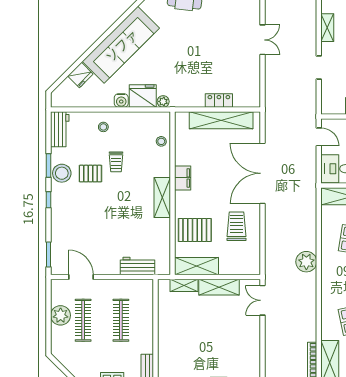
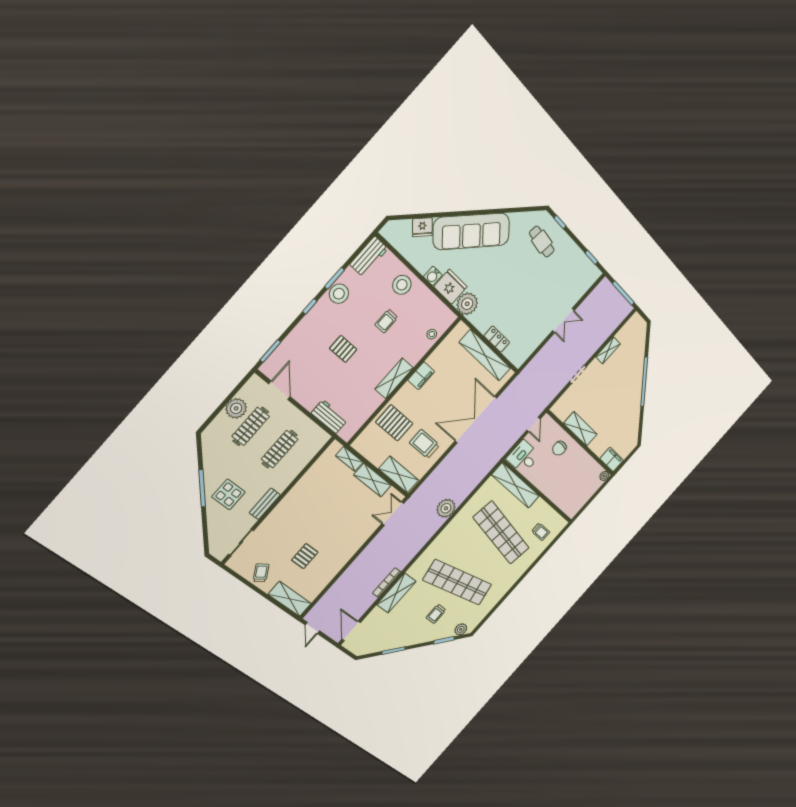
plant: (163, 101) -> (467, 304), width x1.87, depth x1.87
stool: (103, 127) -> (402, 285), width x1.89, depth x1.89
pallet: (90, 174) -> (343, 349), moved
trolley: (237, 226) -> (425, 444), turned -90
shelving: (196, 266) -> (399, 475), moved

